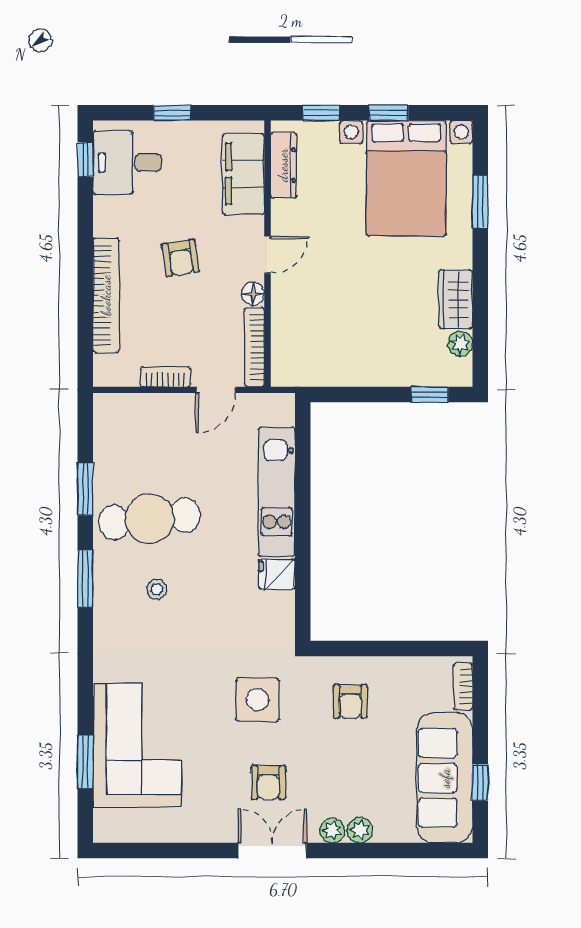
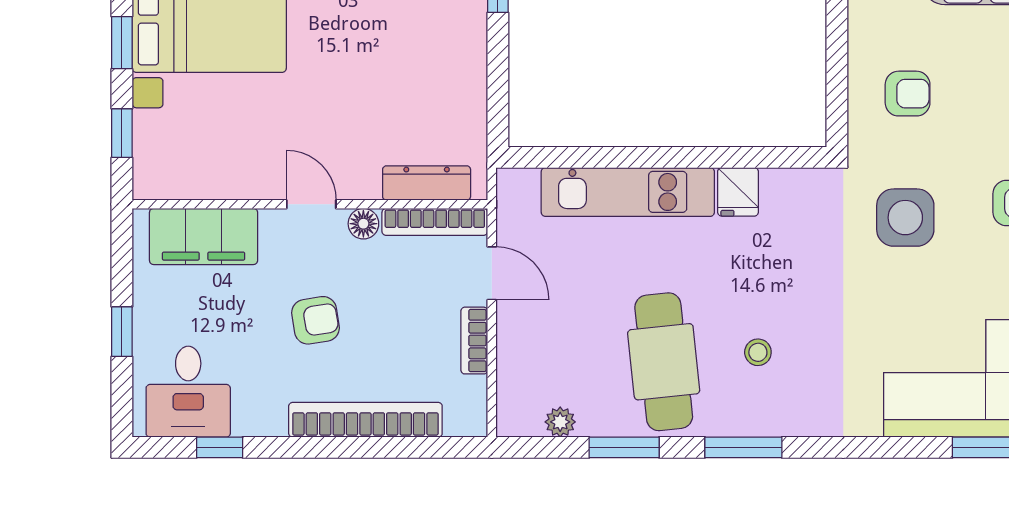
window: (85, 160) -> (220, 447), moved
dresser: (283, 165) -> (427, 183), moved
plant: (104, 441) -> (560, 422), added

